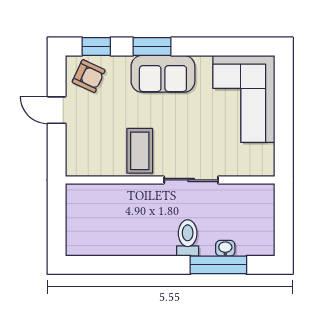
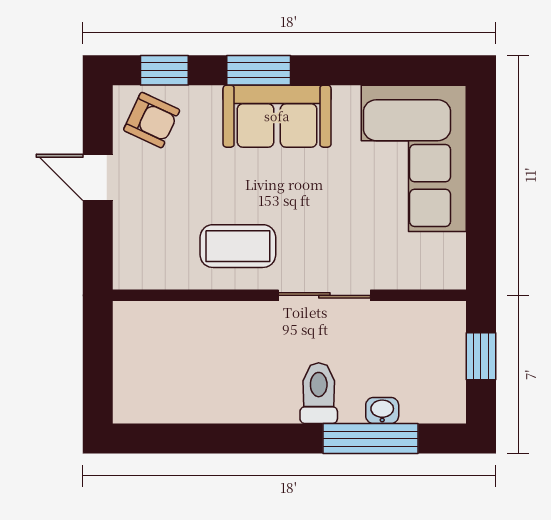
coffee table: (140, 151) -> (238, 246), turned 90
window: (284, 216) -> (481, 356), added

